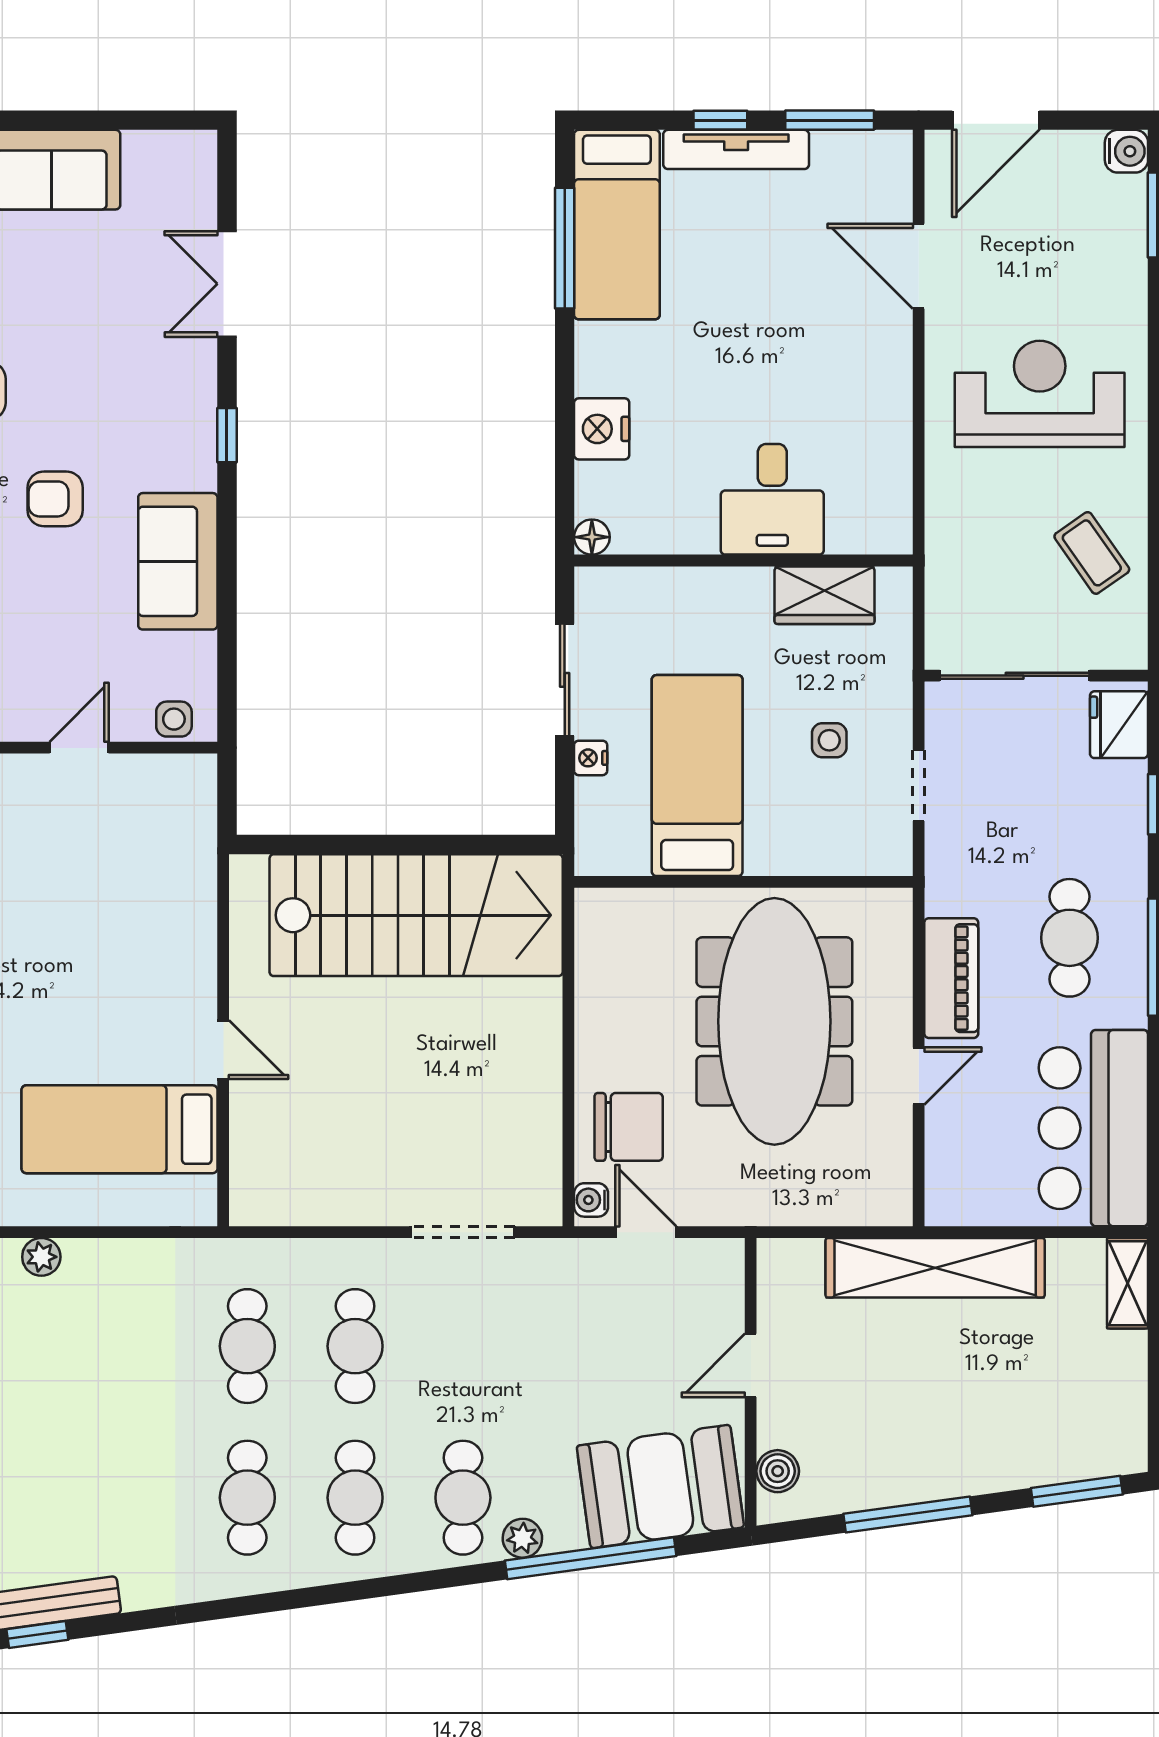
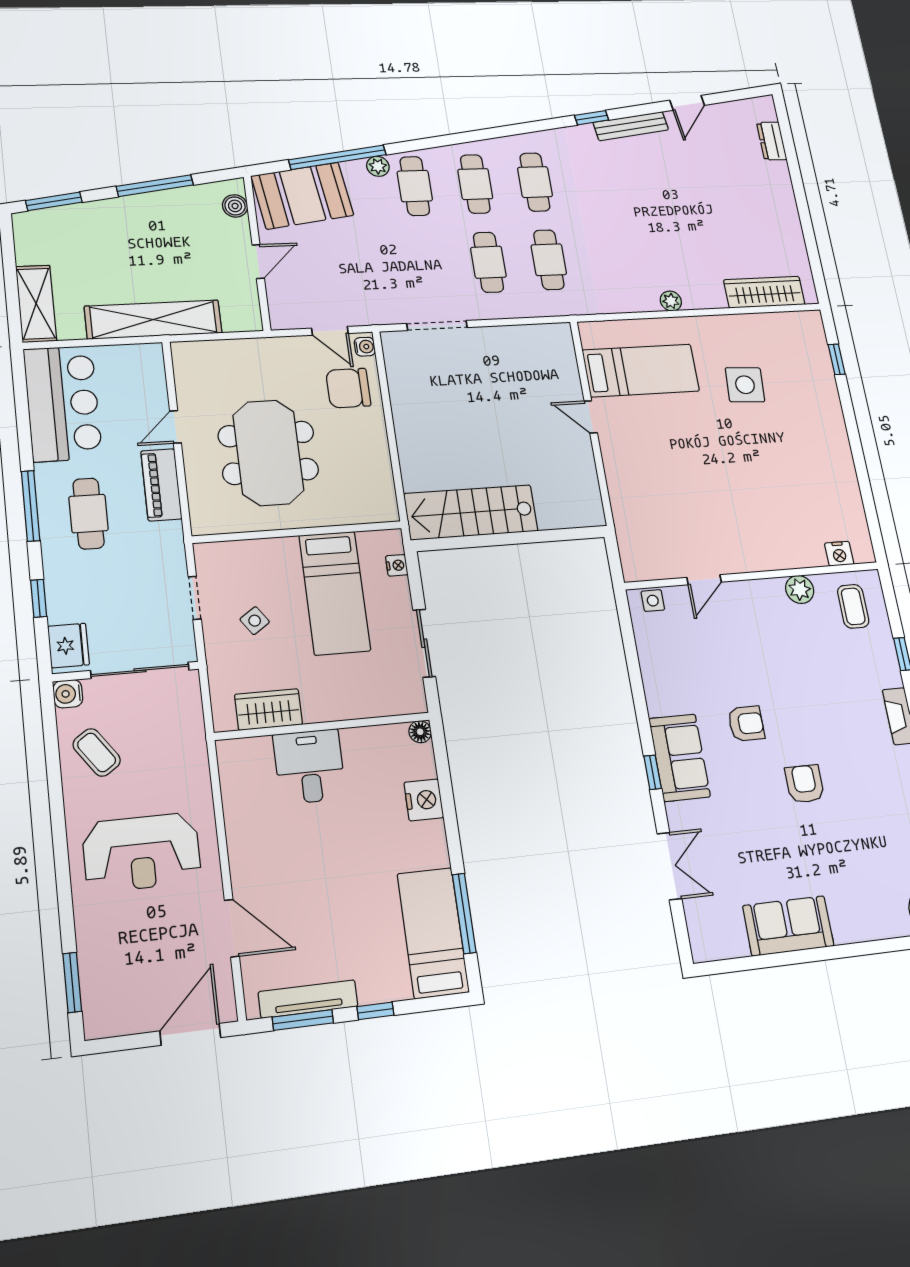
tv unit: (736, 149) -> (308, 999), moved
water cooler: (1126, 151) -> (68, 694), moved
sofa: (178, 561) -> (680, 758), moved
side table: (829, 740) -> (255, 621), turned -35
nightstand: (591, 758) -> (397, 565), moved
stairs: (416, 915) -> (471, 512), width x0.73, depth x0.66
meeting table: (774, 1021) -> (268, 453), width x0.73
shelving: (1127, 1283) -> (36, 304), width x1.50, depth x1.33
window: (37, 1635) -> (591, 118), moved

